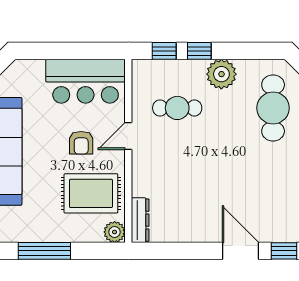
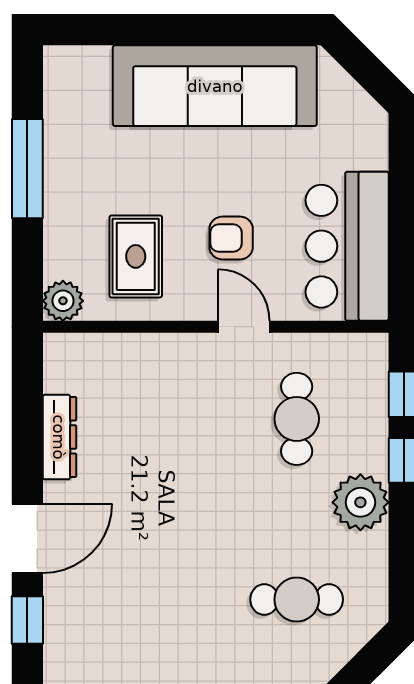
cafe table: (273, 108) -> (297, 599), width x0.73, depth x0.74
rug: (91, 193) -> (136, 256), width x0.73, depth x0.70
dresser: (140, 220) -> (59, 437), moved, turned -90

